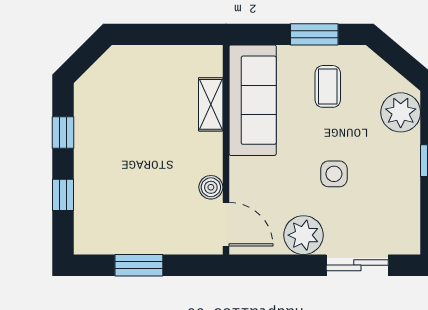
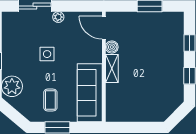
shelving: (211, 104) -> (112, 68), moved
plant: (303, 235) -> (58, 17), width x0.53, depth x0.53

